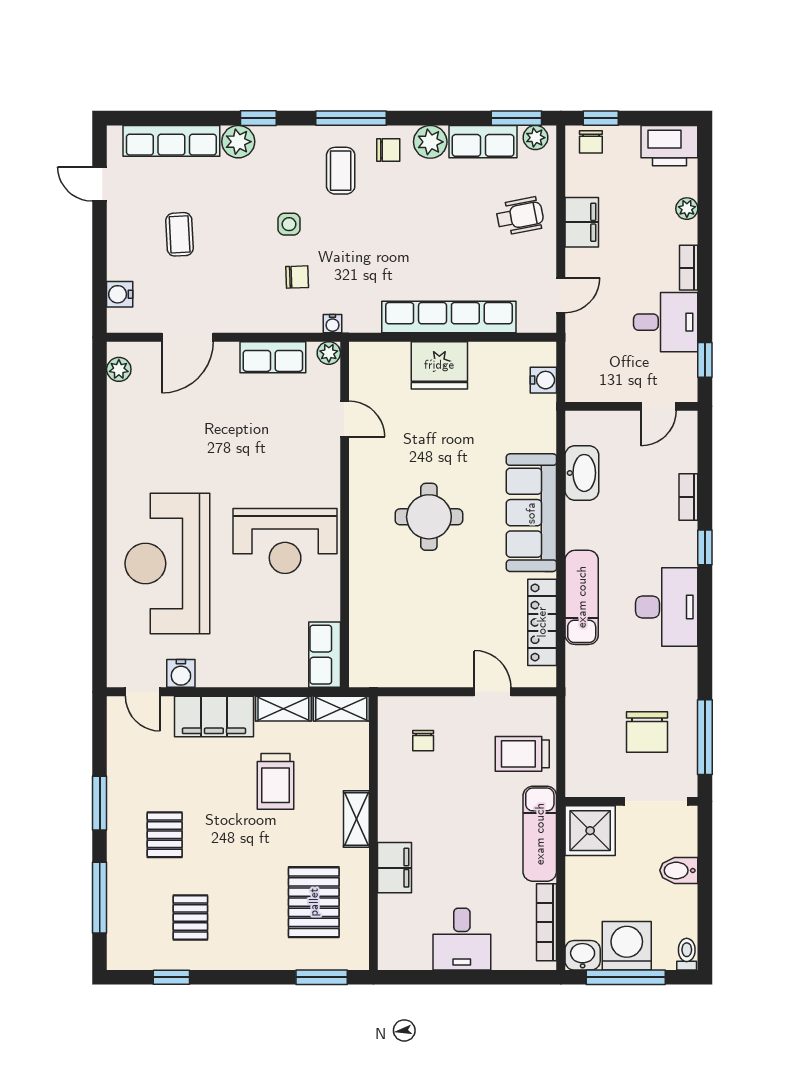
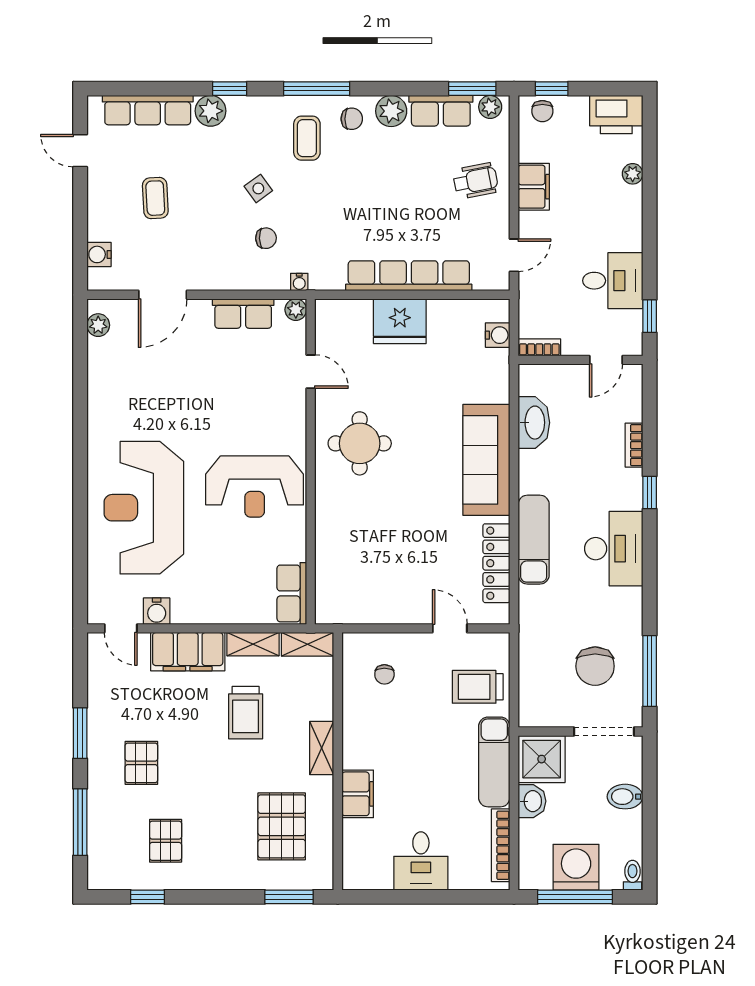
side table: (289, 224) -> (258, 188), turned -36
bookcase: (689, 268) -> (539, 347), moved, turned 90
round table: (429, 517) -> (360, 443), moved
washbasin: (583, 955) -> (532, 801), moved, turned 90

